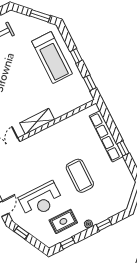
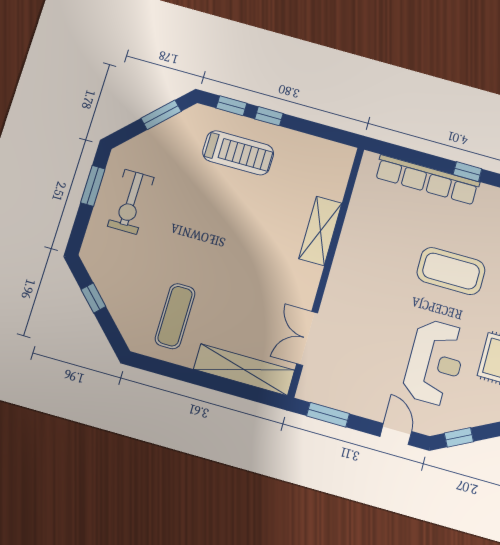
treadmill: (52, 57) -> (238, 153), width x0.73, depth x0.73
window: (90, 83) -> (231, 106), moved
shelving: (37, 121) -> (320, 231), moved

